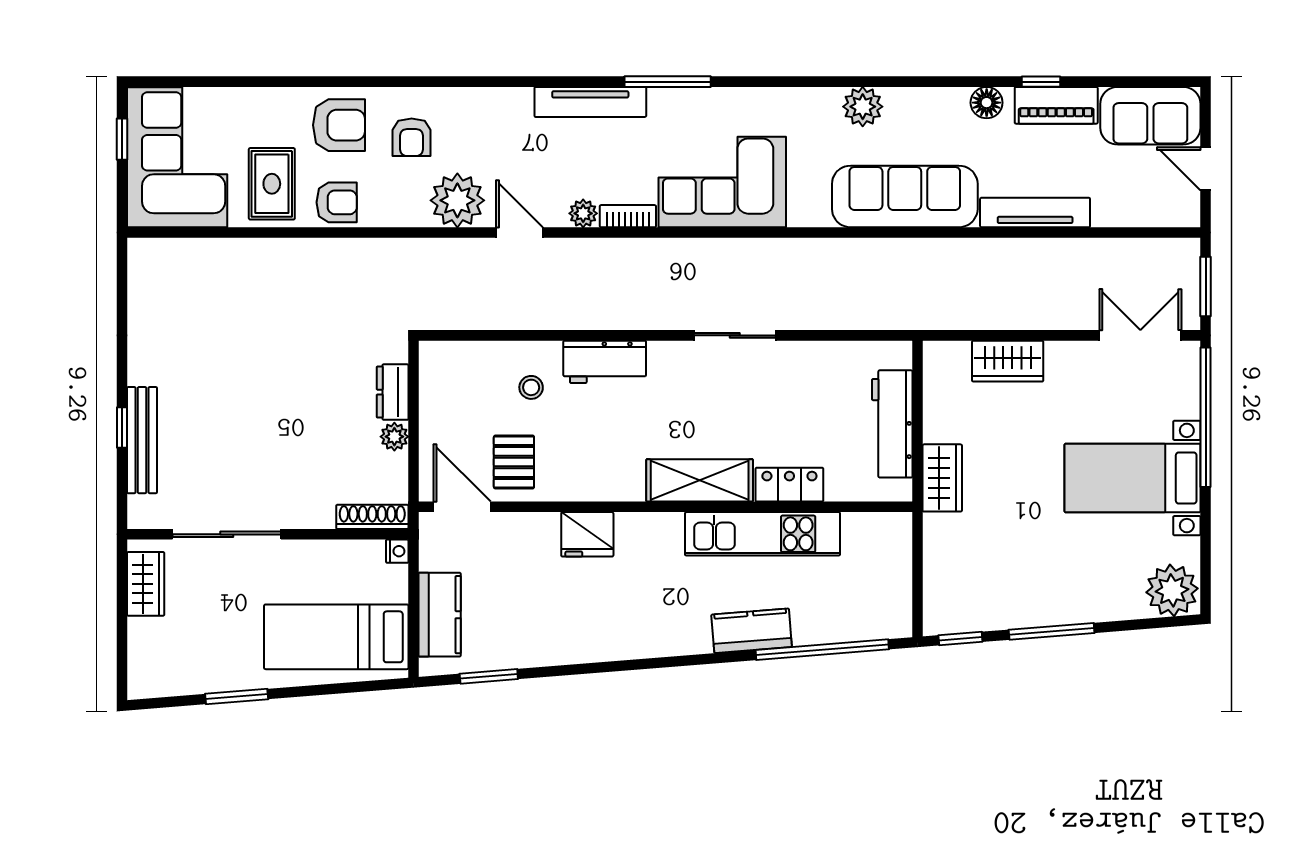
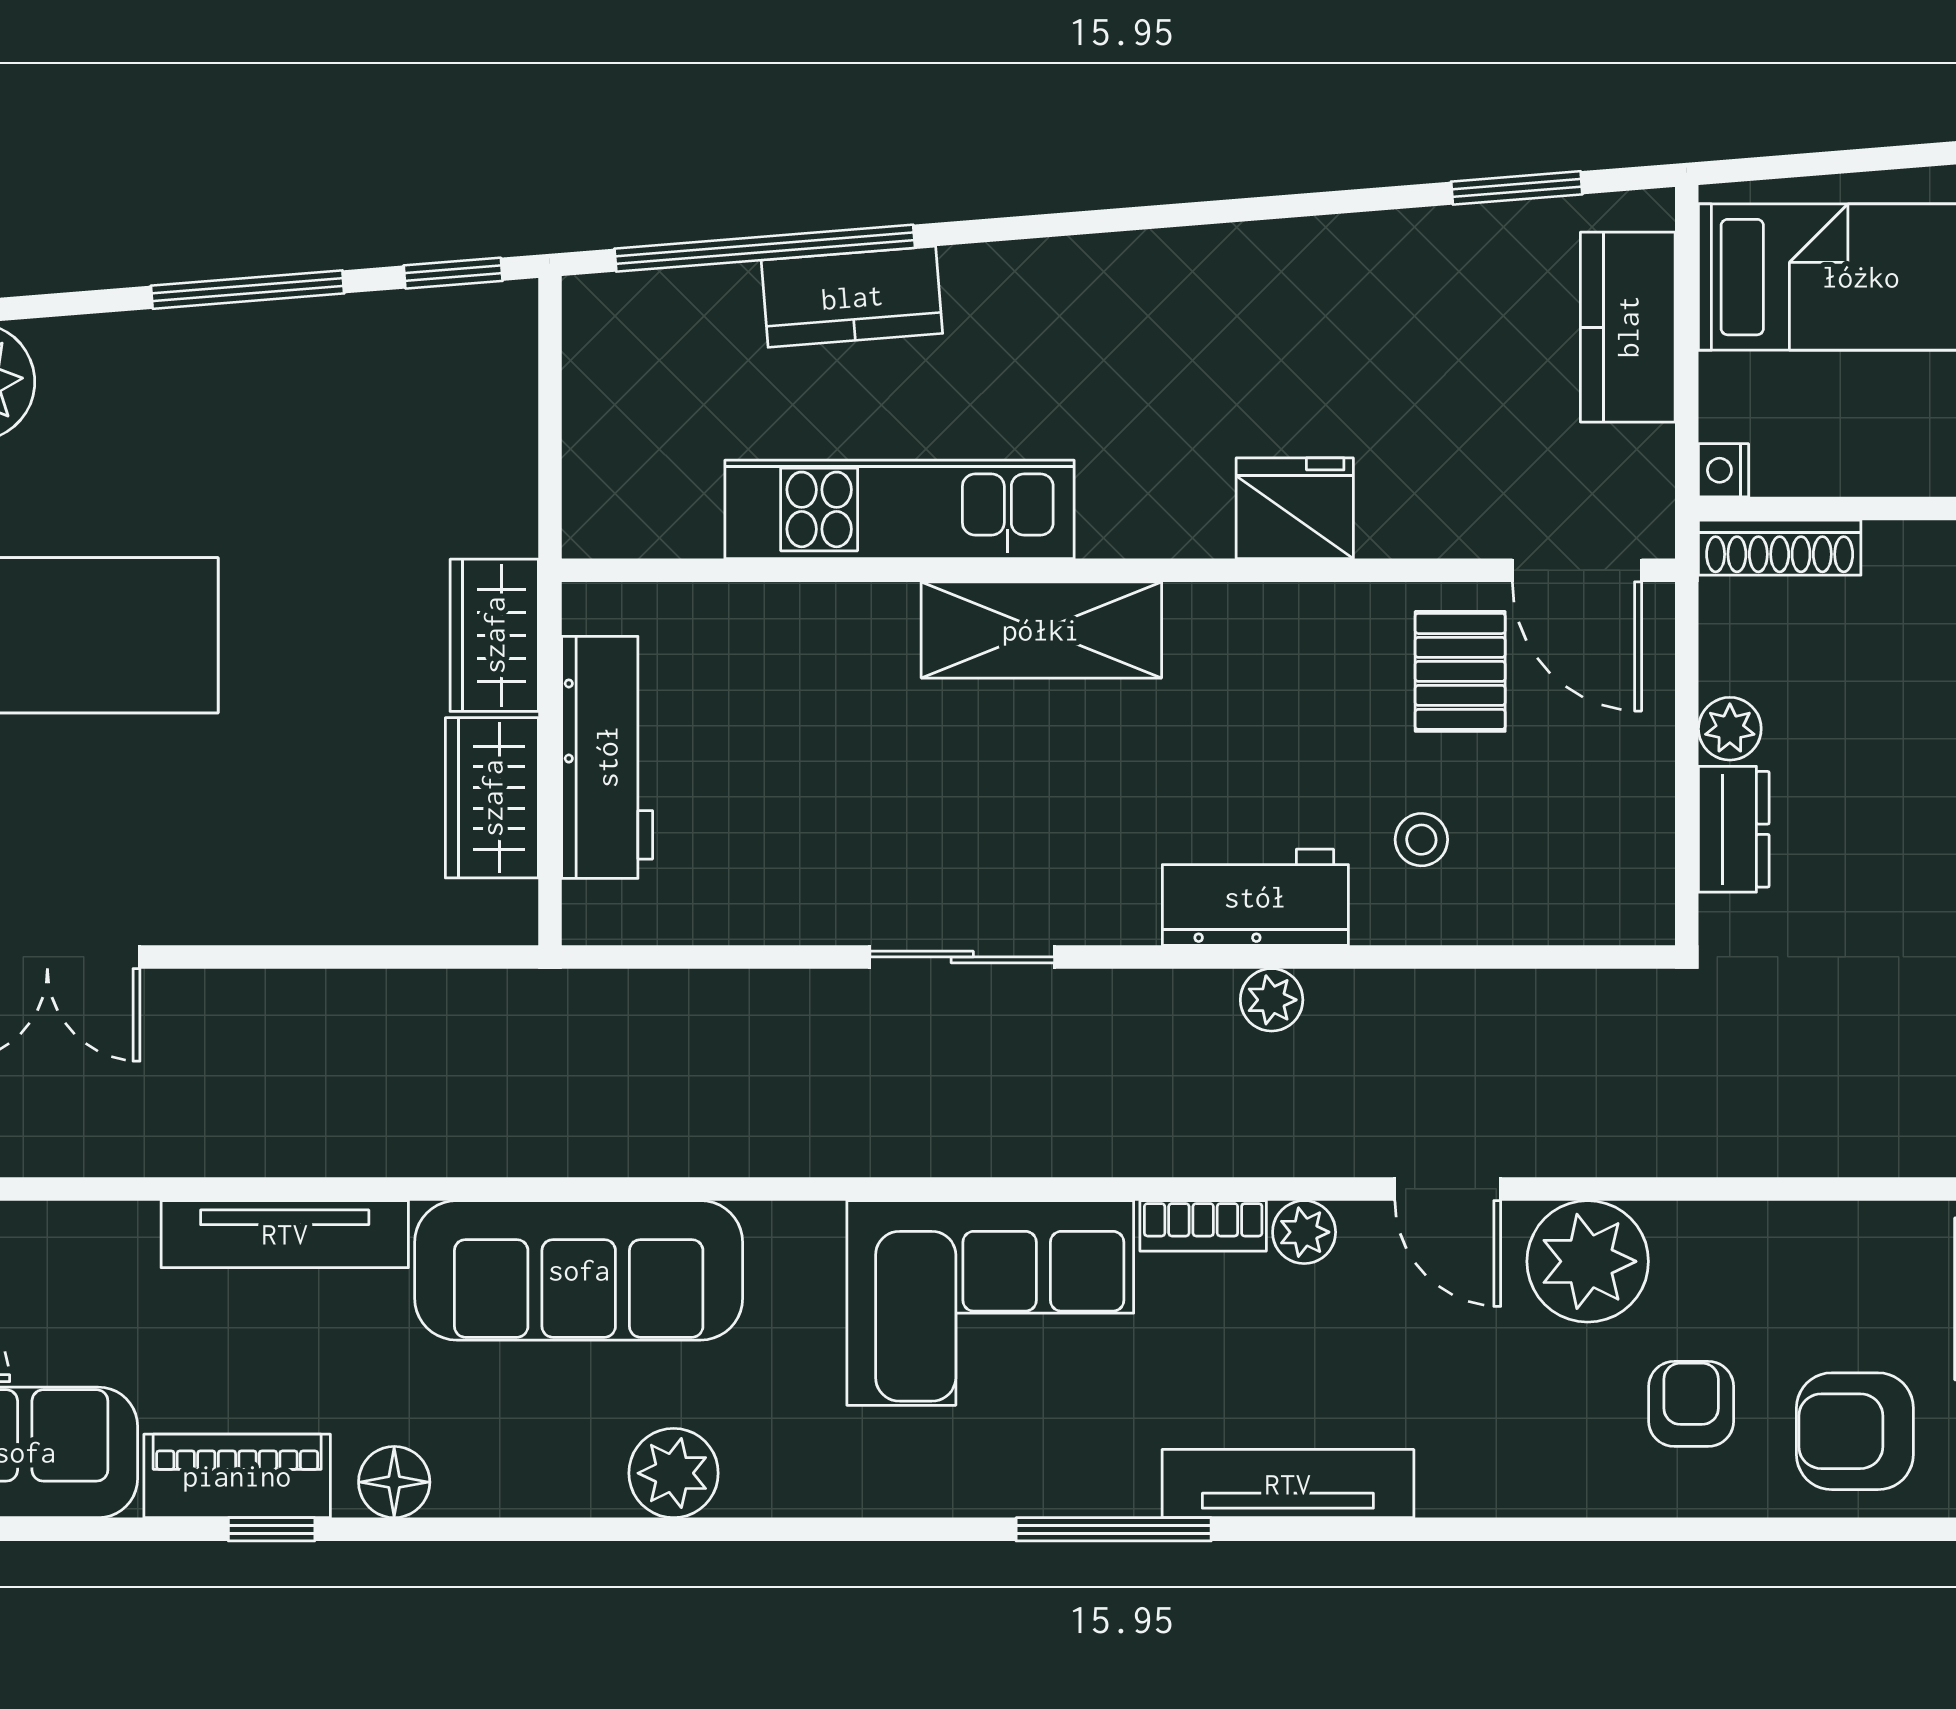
armchair: (337, 202) -> (1860, 1257), removed
plant: (598, 316) -> (1272, 1000), added
wardrobe: (1008, 361) -> (492, 798), moved, turned -90
locker: (789, 485) -> (839, 620), removed
kitchen counter: (752, 631) -> (852, 297), moved

